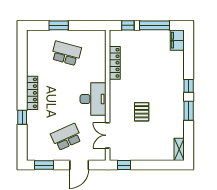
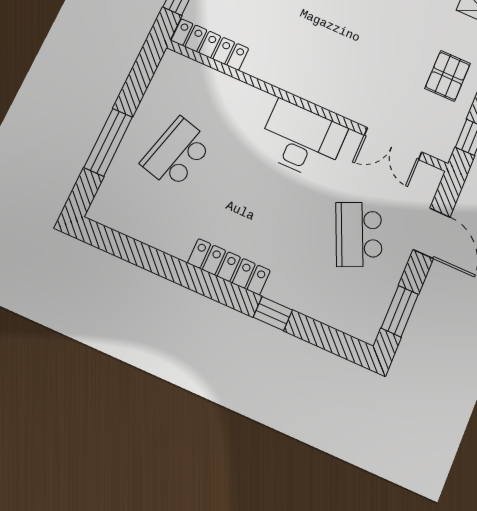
window: (59, 25) -> (108, 142), width x1.44
locker: (115, 63) -> (210, 45), moved
pallet: (142, 112) -> (448, 76), moved, turned 90

